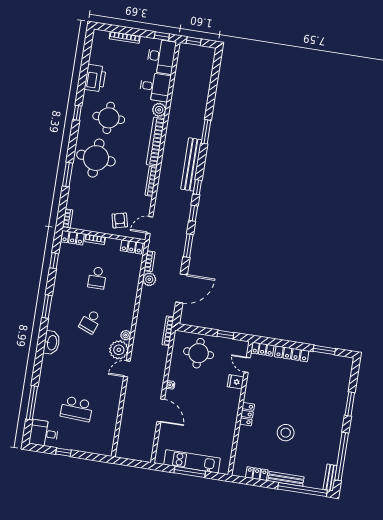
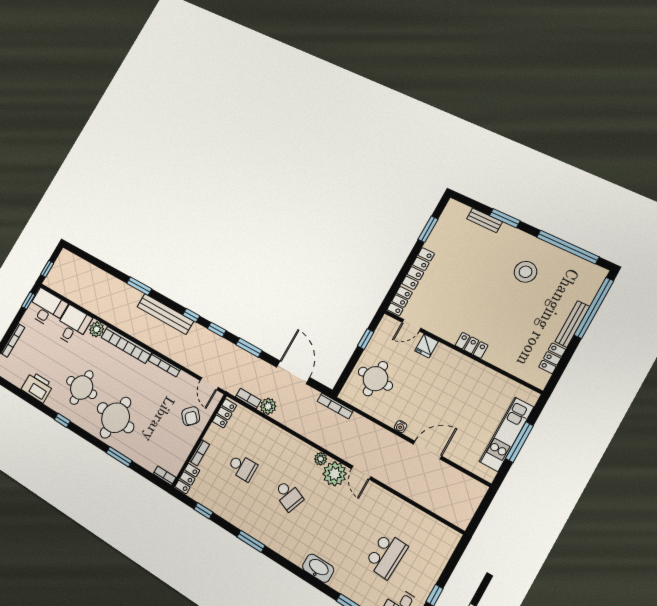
armchair: (120, 220) -> (191, 416), turned -120
washbasin: (52, 343) -> (318, 568), moved
stool: (286, 433) -> (525, 272), moved
bench: (330, 478) -> (485, 220), moved

